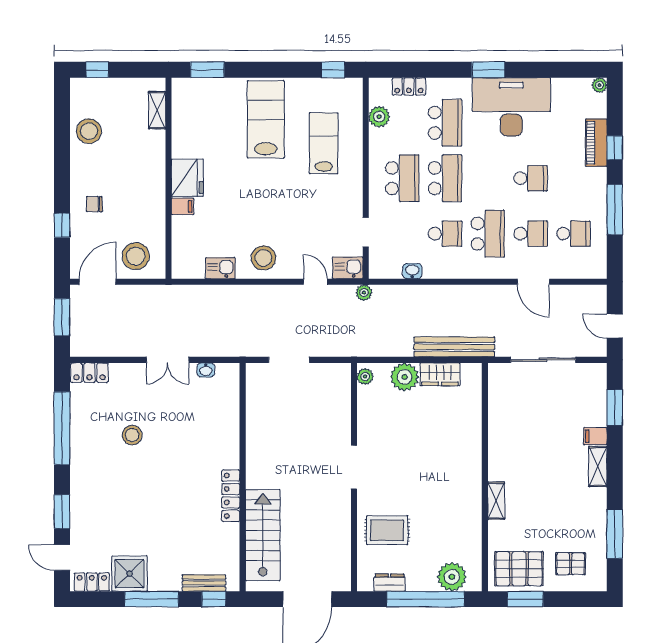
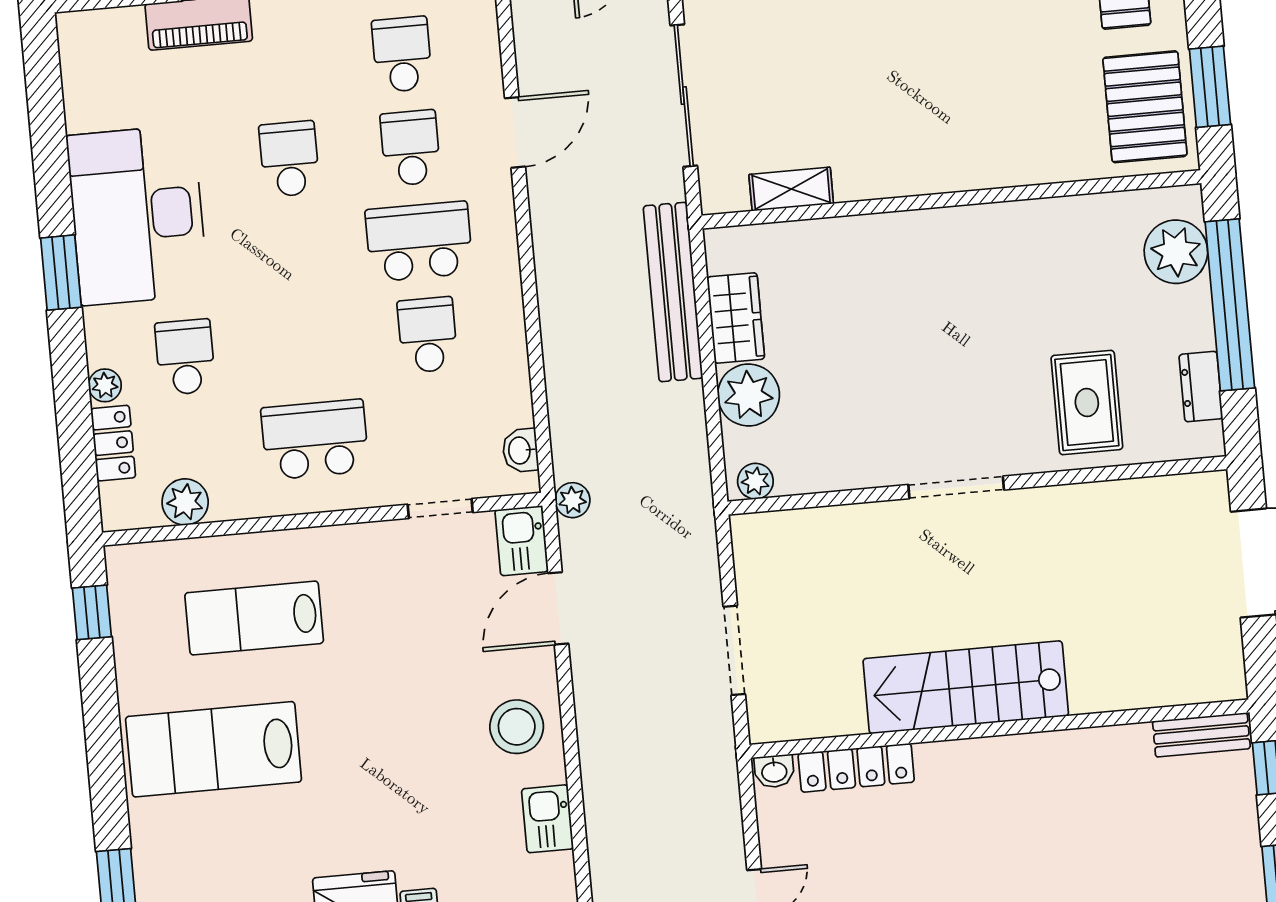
plant: (599, 85) -> (105, 385), moved
school desk: (445, 123) -> (185, 357), width x0.54
school desk: (445, 178) -> (306, 346), removed
washbasin: (412, 271) -> (520, 450), moved
door: (315, 282) -> (558, 608), width x1.38
washbasin: (206, 370) -> (774, 771), moved, turned 90
locker: (231, 496) -> (856, 768), moved
shelving: (496, 501) -> (791, 189), moved
stairs: (263, 535) -> (966, 687), moved
bench: (204, 583) -> (1201, 735), moved, turned 90

